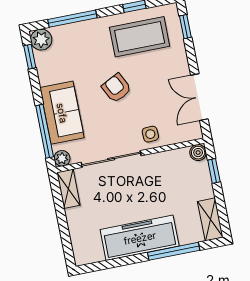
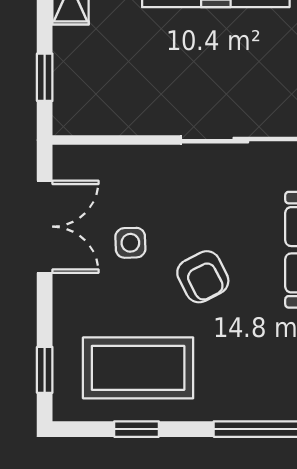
side table: (150, 134) -> (130, 243), moved
boiler: (198, 153) -> (69, 119), removed

